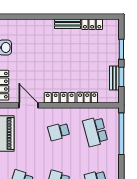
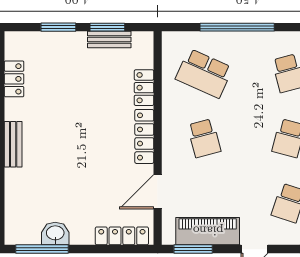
bench: (68, 24) -> (13, 144), moved
school desk: (95, 132) -> (204, 73), turned 39
window: (121, 134) -> (237, 27), moved

